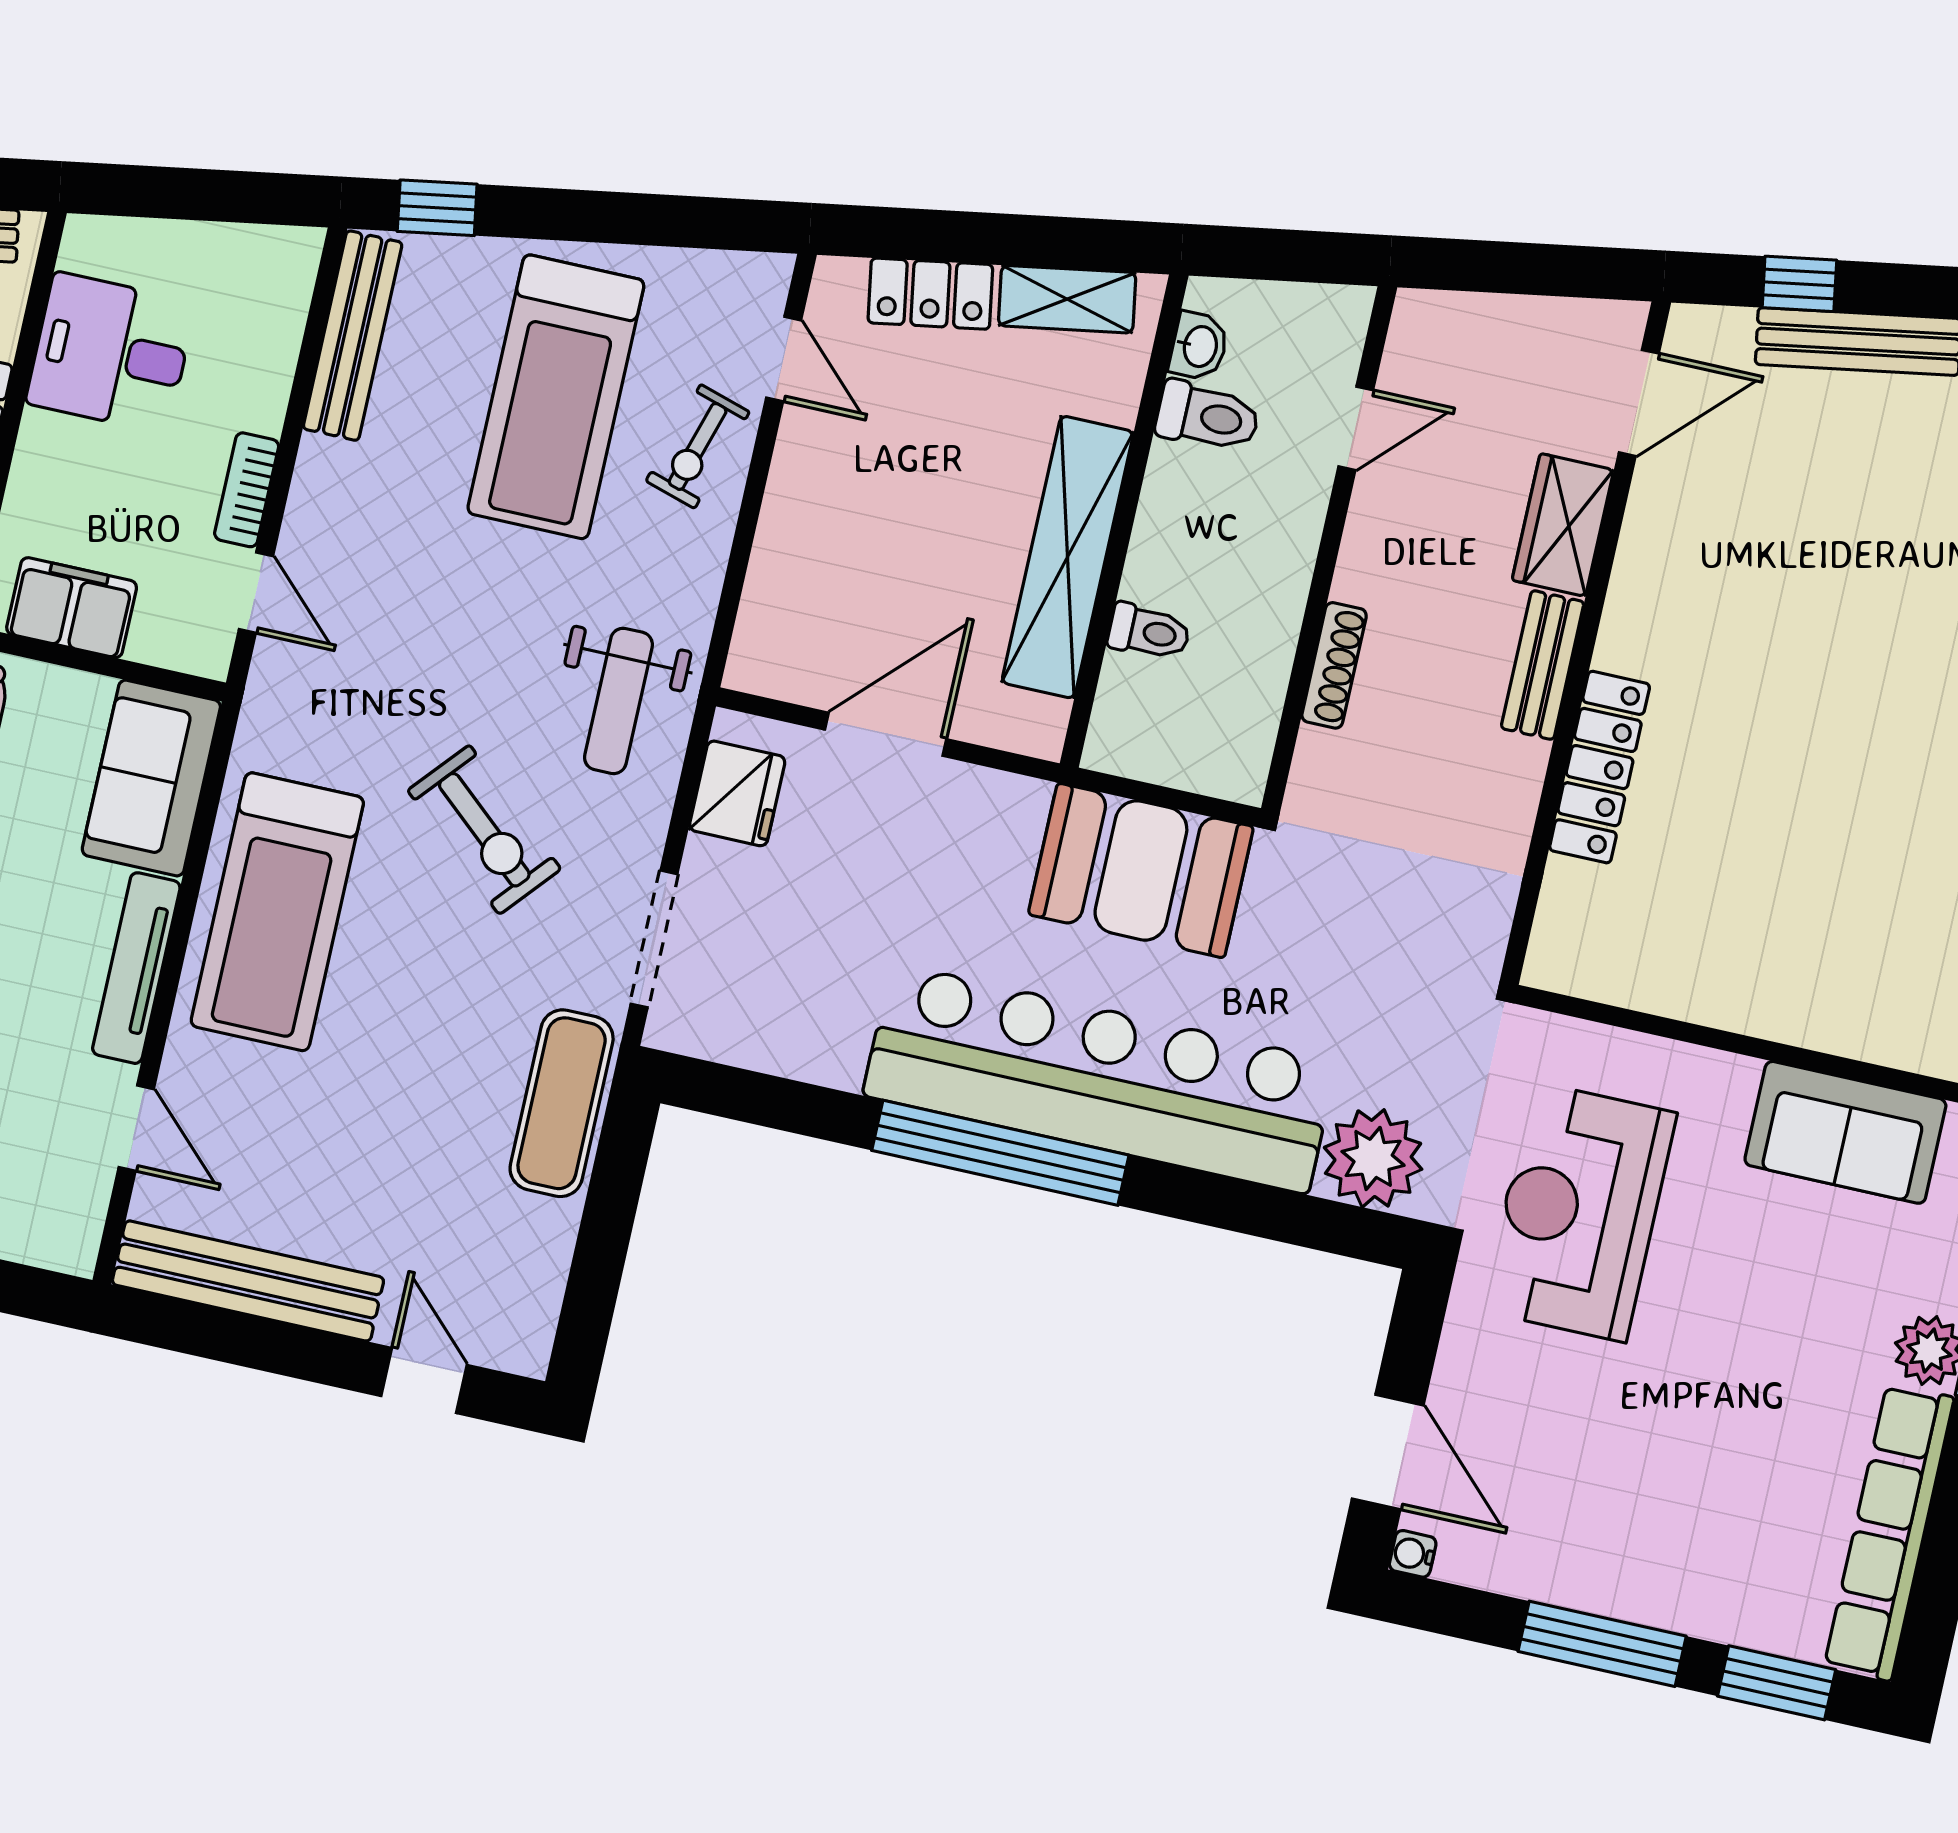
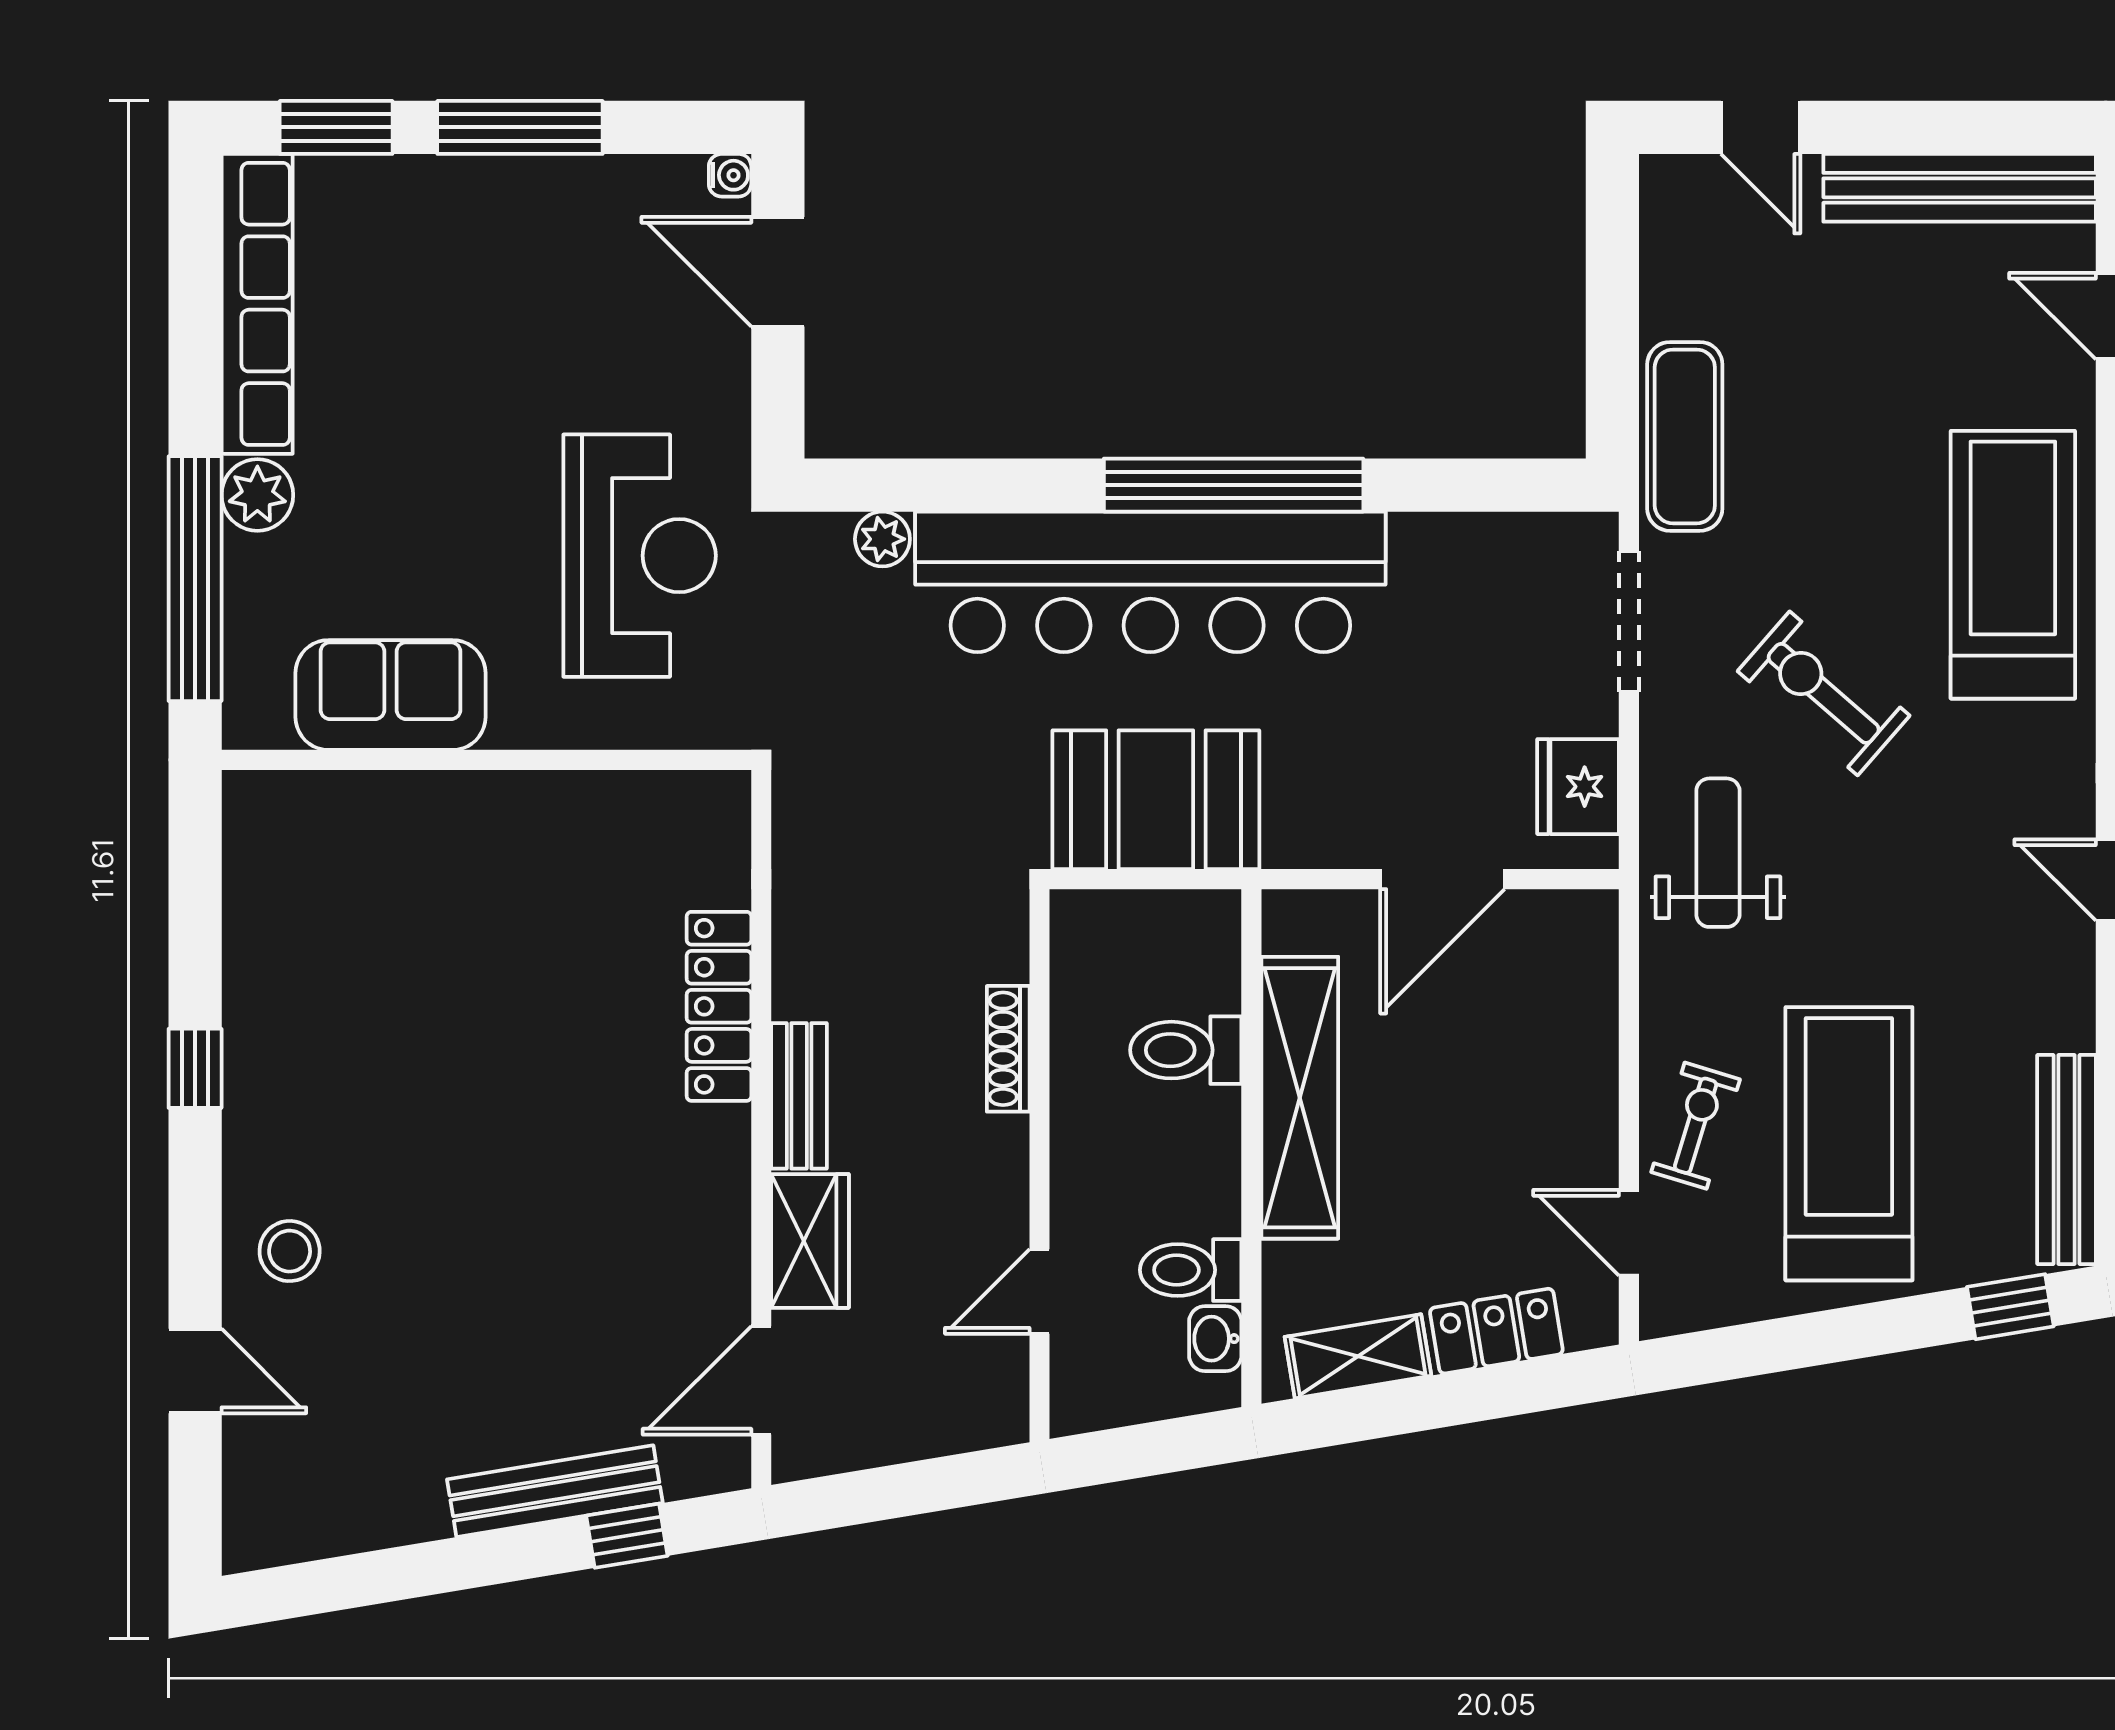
toilet: (1149, 632) -> (1186, 1050), width x1.37, depth x1.39
plant: (1373, 1158) -> (882, 539), width x0.53, depth x0.53

